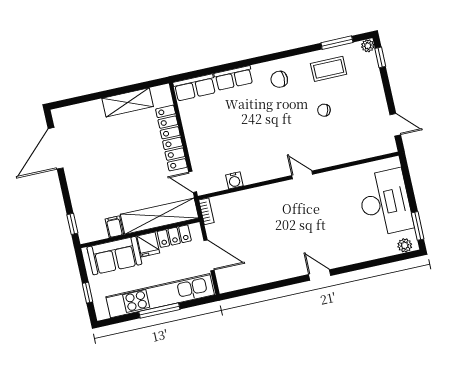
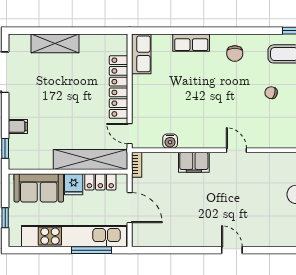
chair: (279, 79) -> (235, 53), turned -90
row of seats: (195, 88) -> (141, 54), moved, turned -90
shelving: (128, 102) -> (55, 43), moved
filing cabinet: (263, 196) -> (194, 162), added
filing cabinet: (114, 227) -> (18, 126), moved, turned 90
window: (159, 311) -> (91, 250), moved

